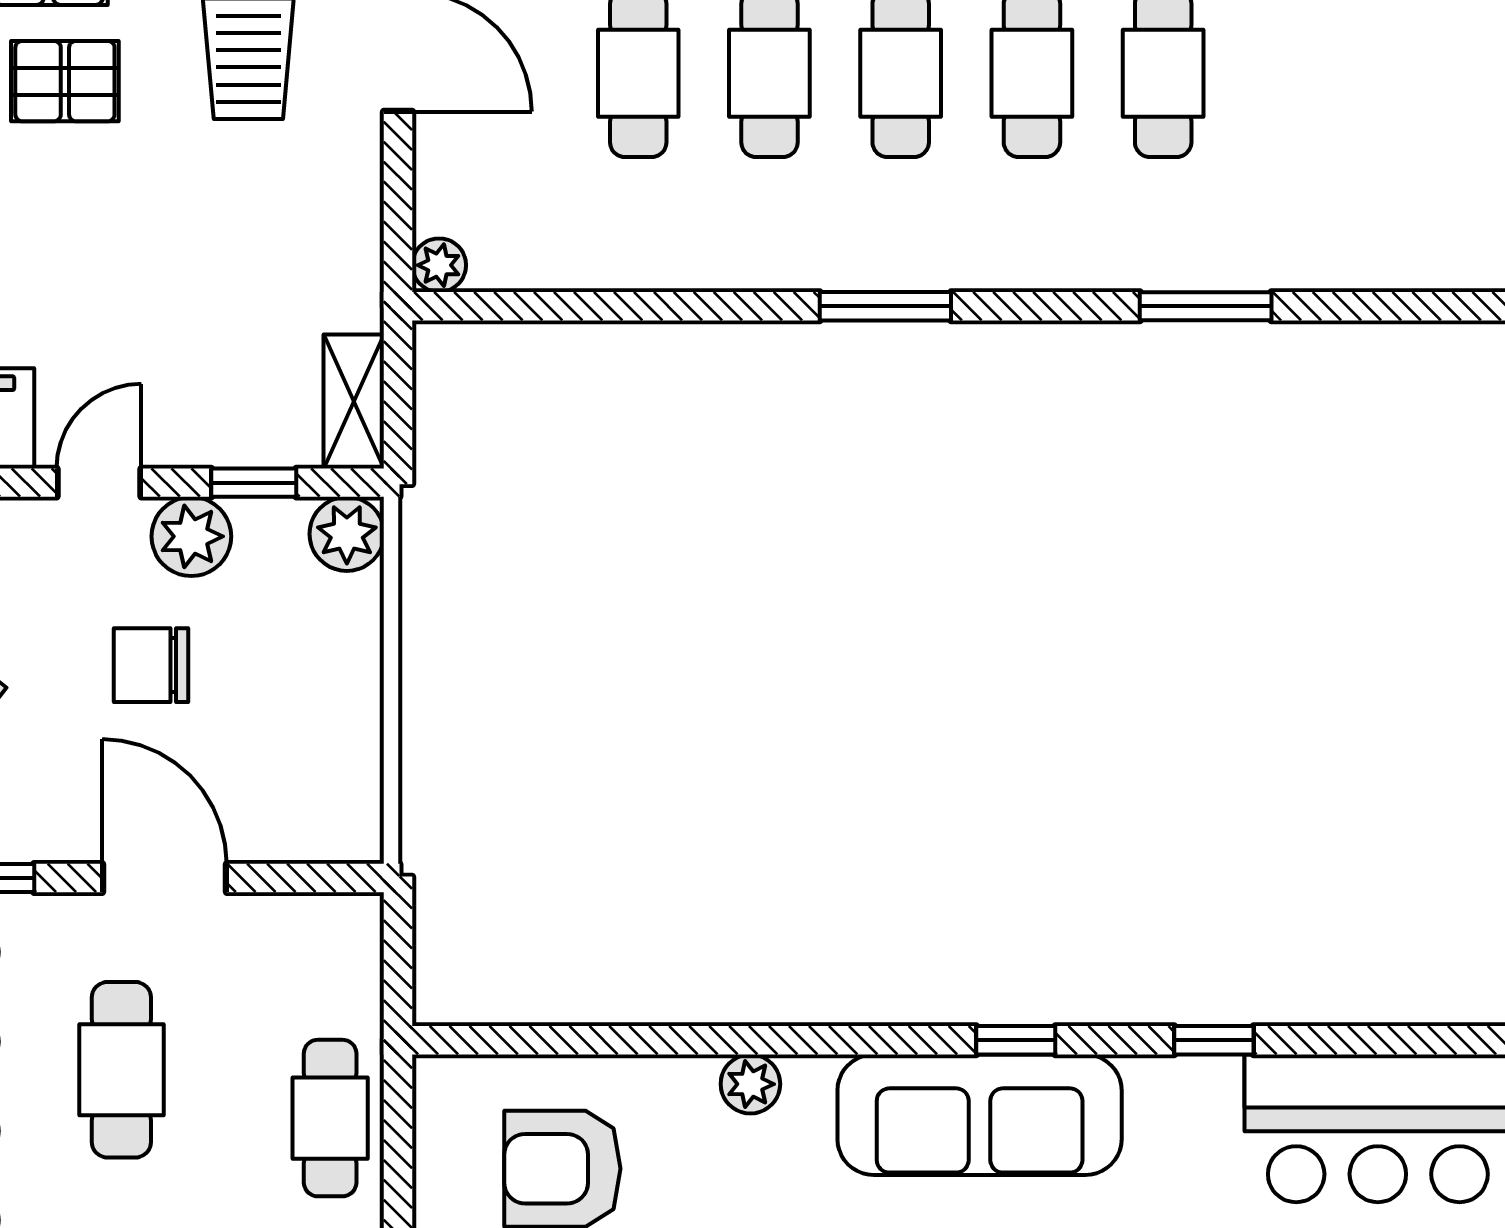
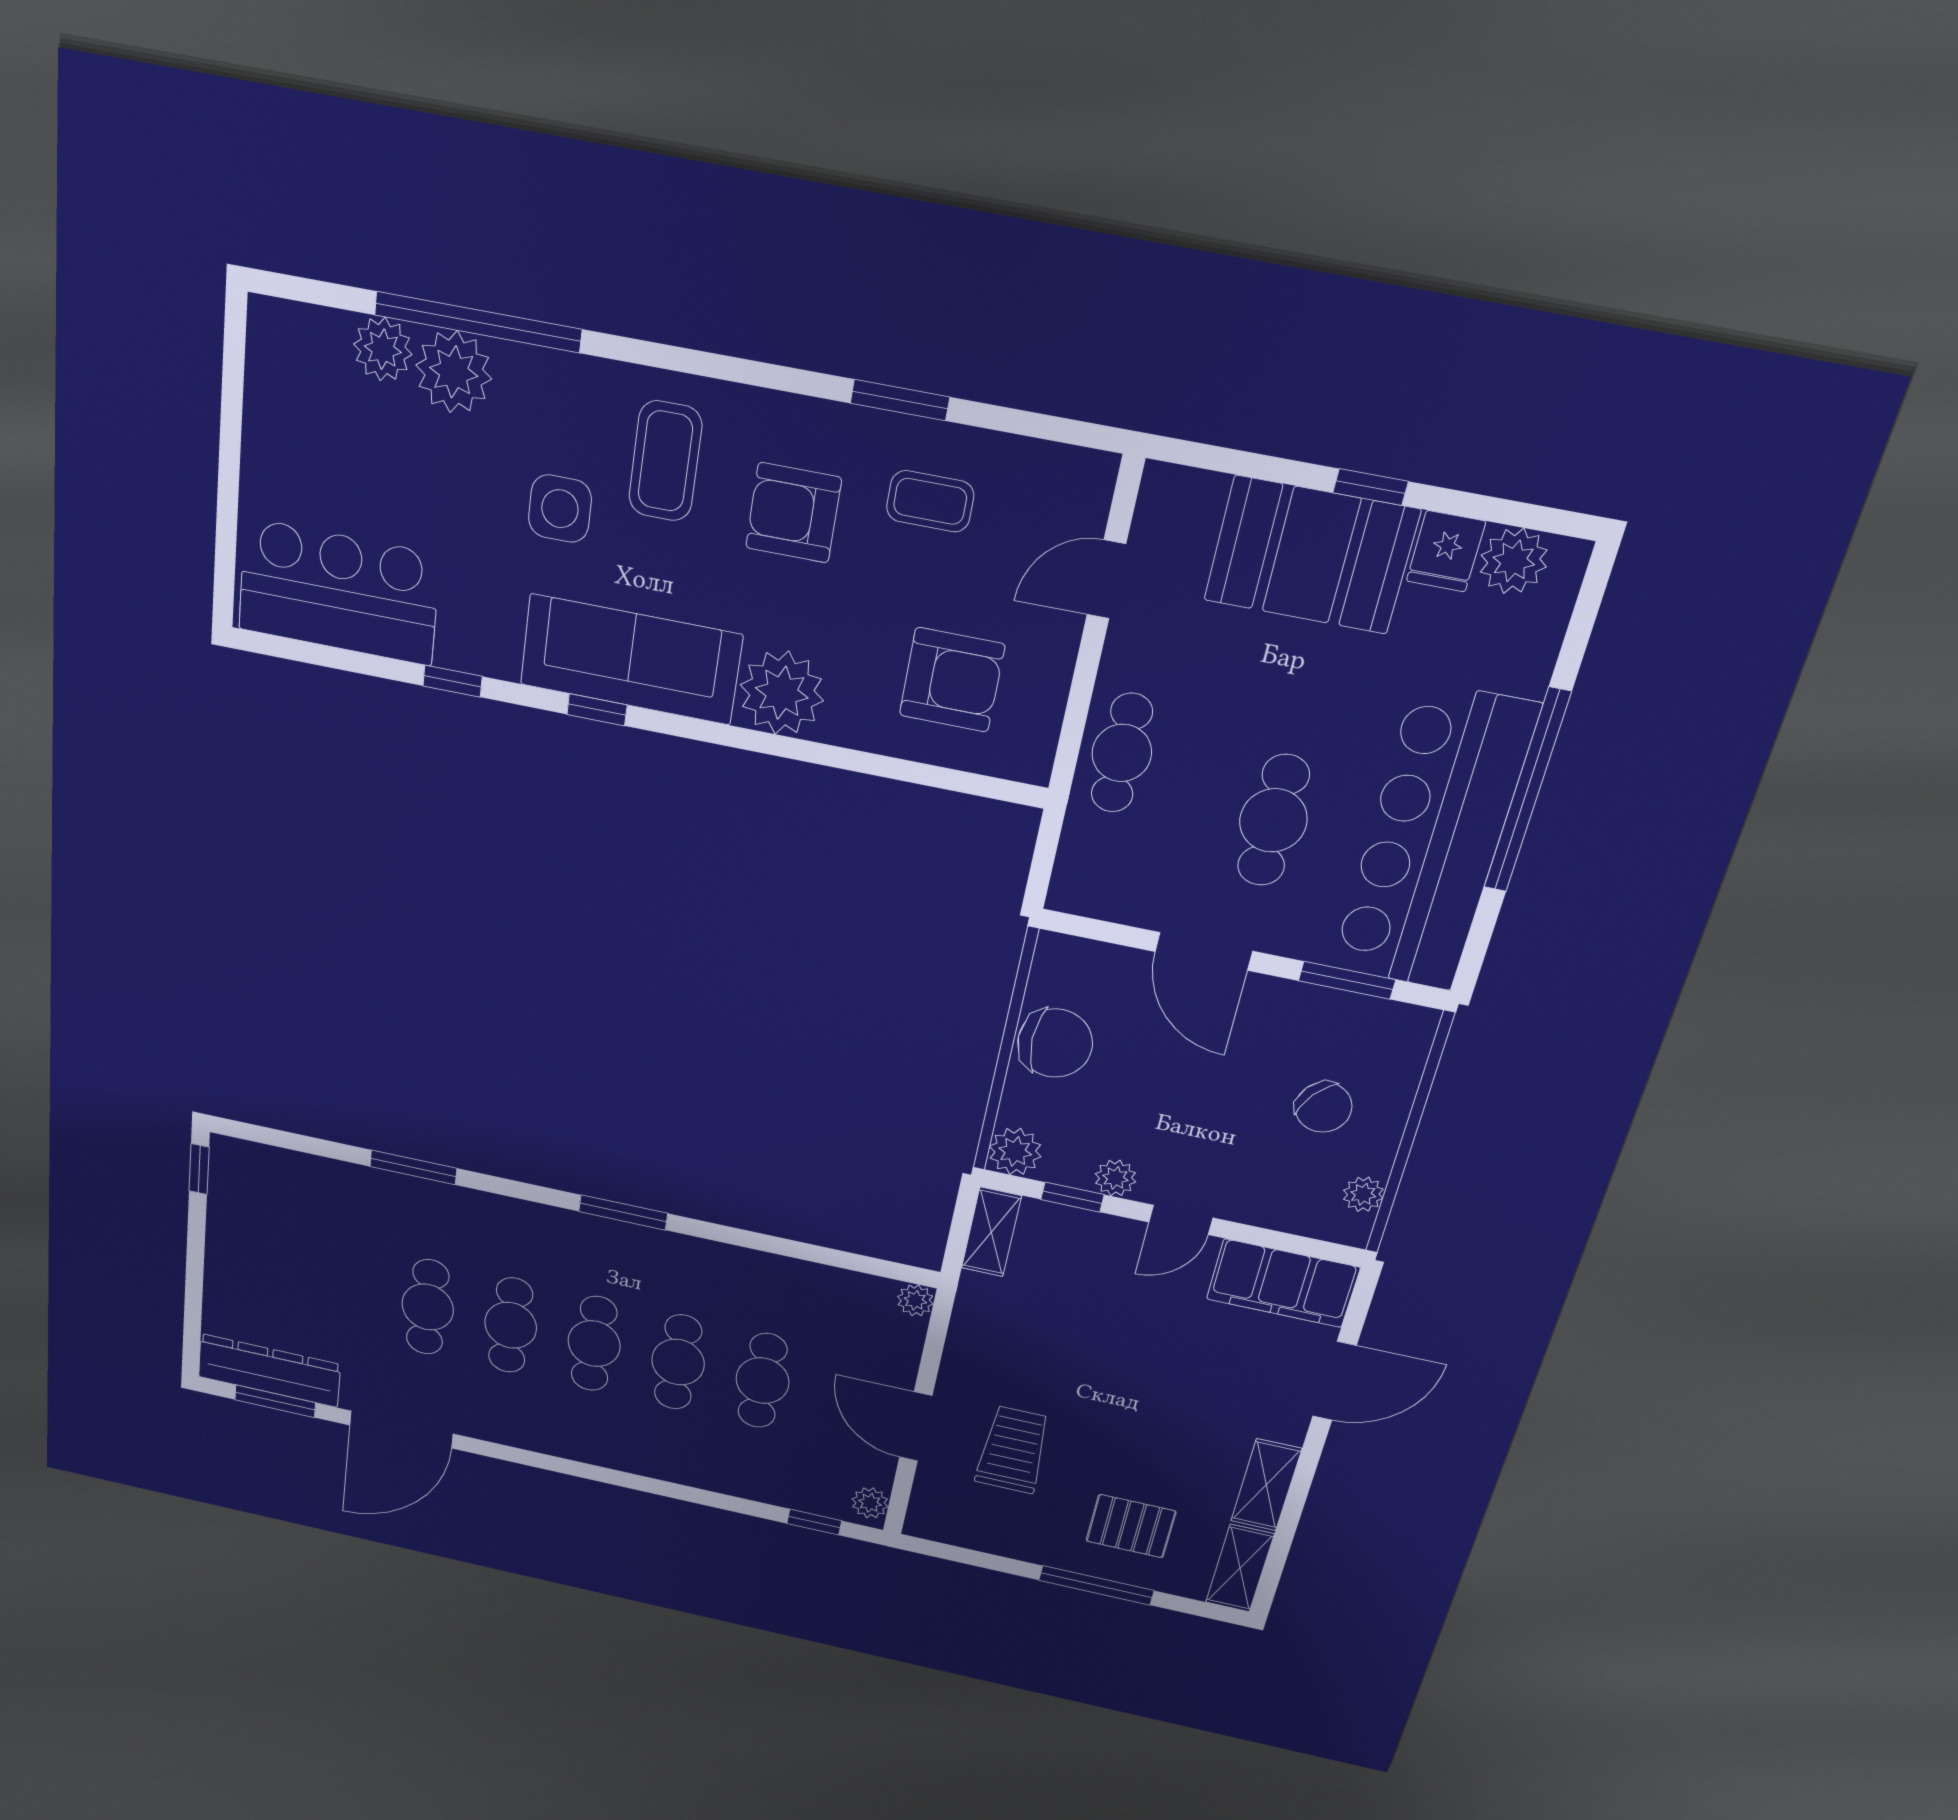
pallet: (65, 81) -> (1139, 1459), removed
plant: (191, 536) -> (1115, 1178), width x0.73, depth x0.73
chair: (151, 665) -> (1055, 1043), moved, width x1.37, depth x1.37
plant: (750, 1084) -> (782, 693), width x1.88, depth x1.88

